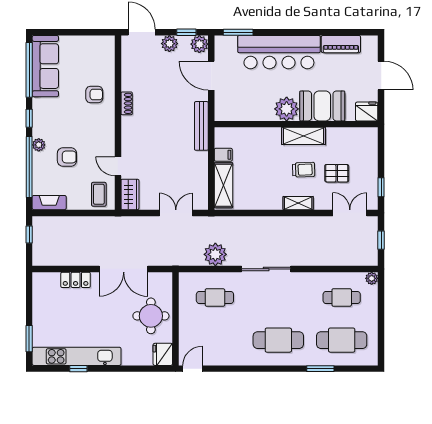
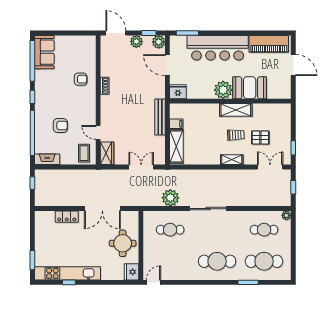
piano: (341, 44) -> (269, 44), width x1.37, depth x1.33
sofa: (45, 66) -> (44, 52), width x0.73
fridge: (367, 111) -> (178, 92), moved
bench: (201, 126) -> (160, 117), moved
plant: (39, 145) -> (39, 116), removed

